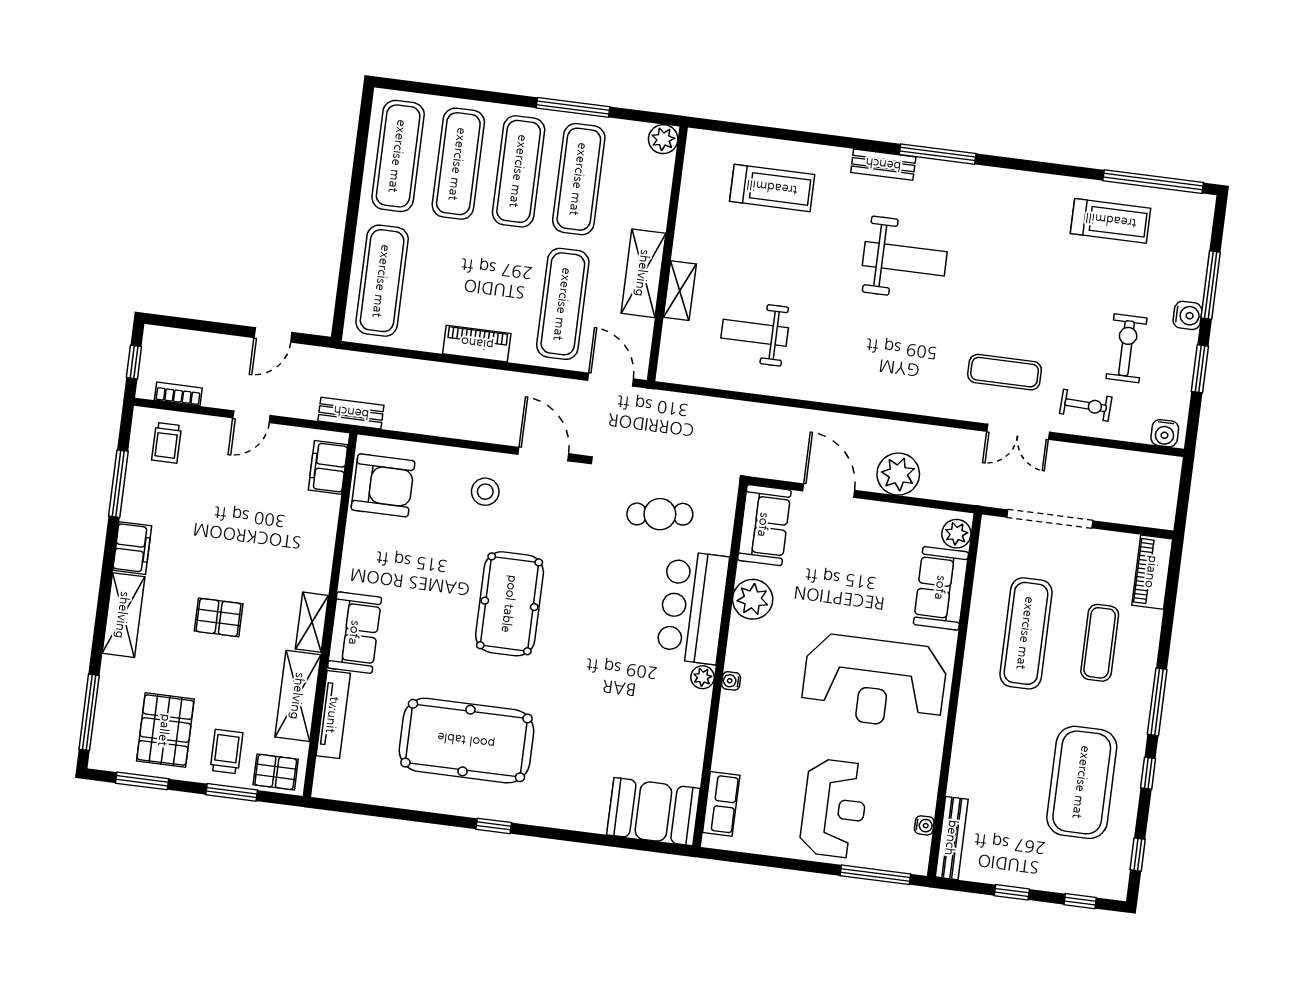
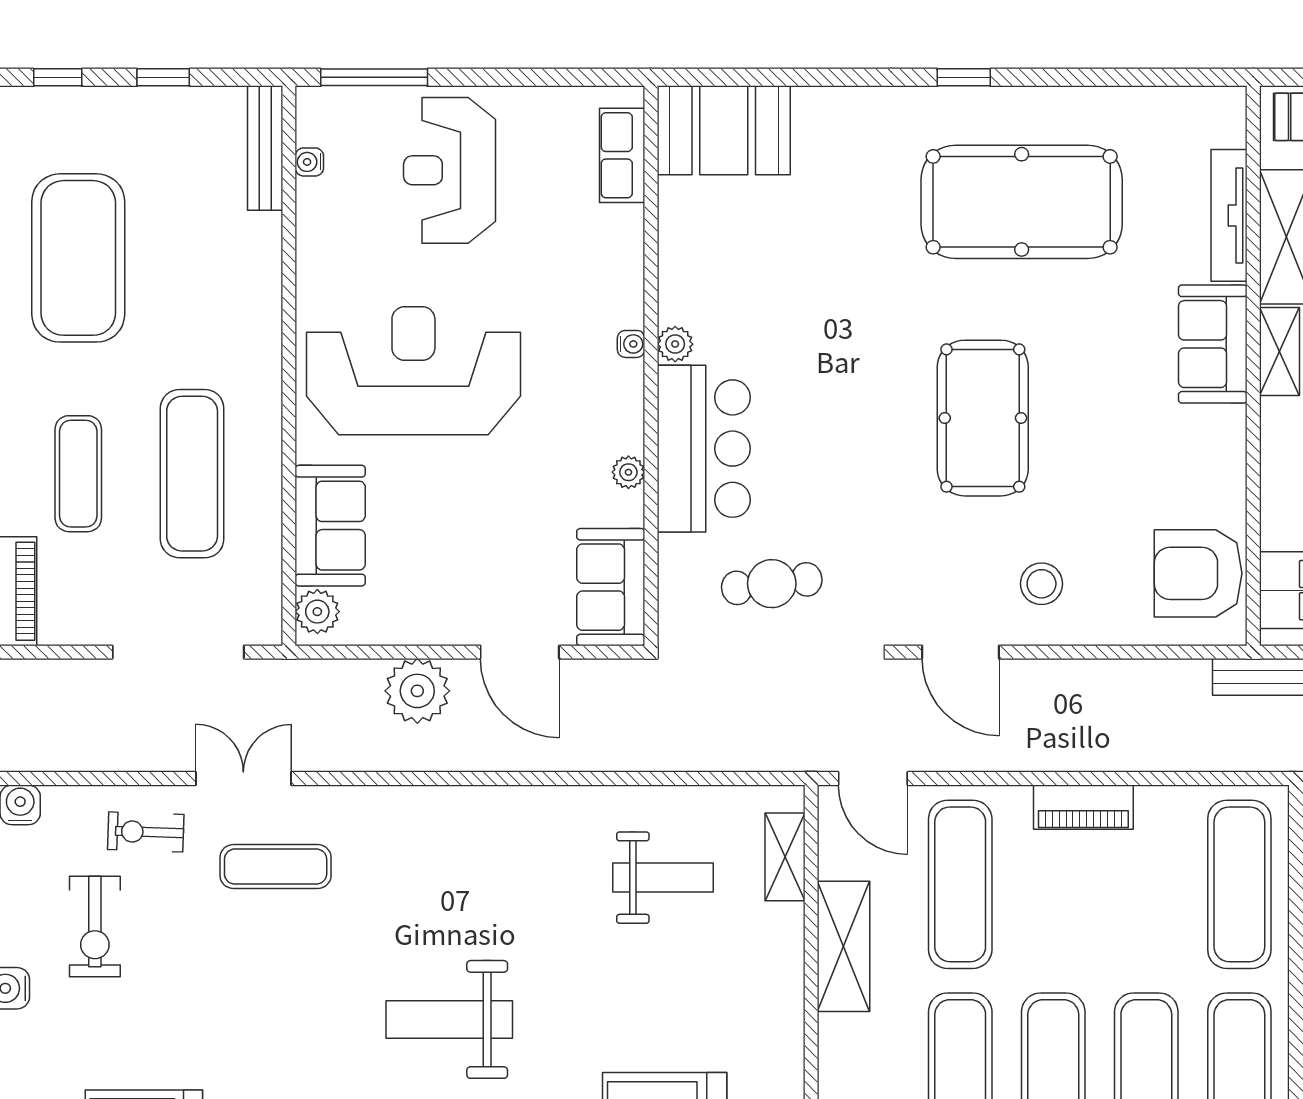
shelving: (680, 291) -> (785, 857), moved
plant: (753, 599) -> (628, 472), width x0.53, depth x0.53

